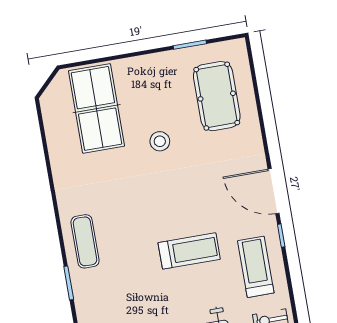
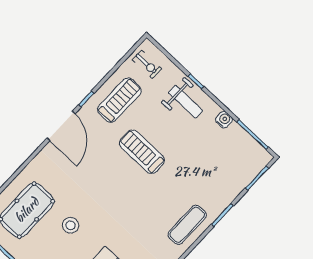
stool: (160, 141) -> (71, 225), moved
treadmill: (256, 267) -> (119, 100), turned 180

